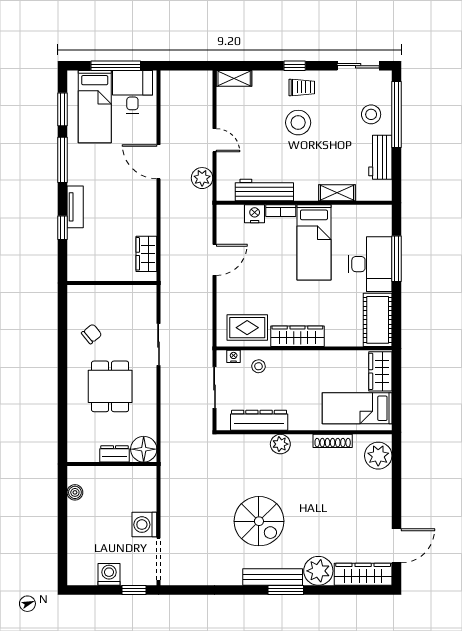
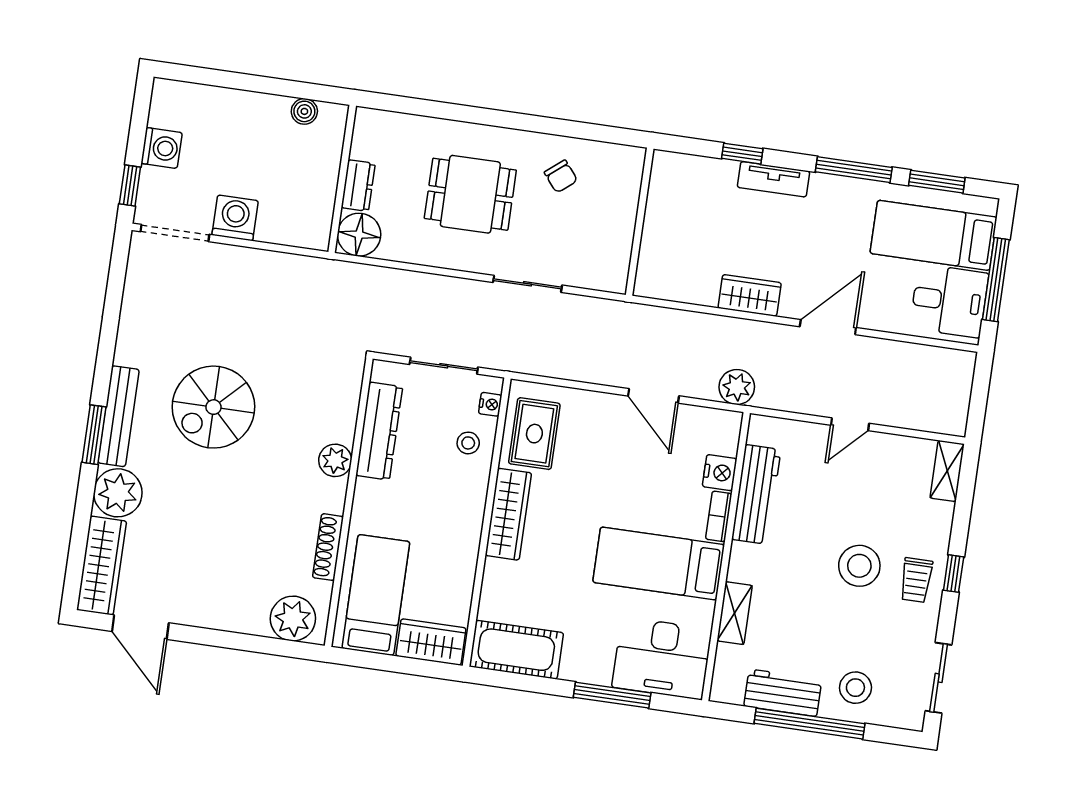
window: (396, 114) -> (809, 724), moved
plant: (202, 178) -> (737, 387), moved
wardrobe: (146, 254) -> (750, 295), moved
desk: (370, 264) -> (662, 658), moved

